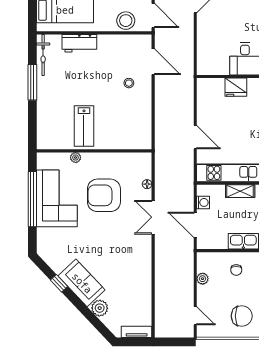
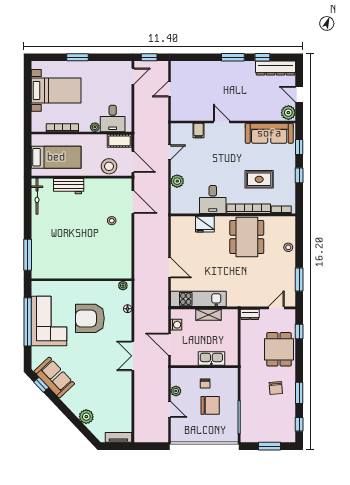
plant: (204, 38) -> (177, 181), added
window: (32, 82) -> (28, 255), moved
lab bench: (84, 126) -> (73, 258), removed
plant: (76, 158) -> (123, 286), moved
double door: (153, 217) -> (133, 356), moved
window: (59, 283) -> (41, 385), moved
sofa: (82, 283) -> (54, 378), moved
door: (195, 316) -> (170, 409), moved
chair: (242, 316) -> (210, 405), moved

